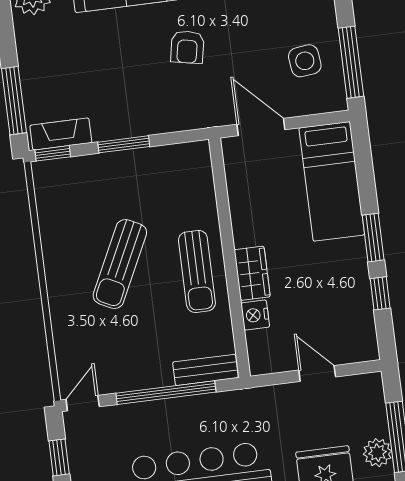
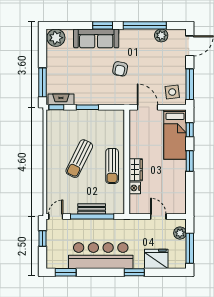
side table: (305, 61) -> (172, 92), moved
window: (380, 293) -> (190, 130), moved
bench: (205, 370) -> (92, 209), moved
plant: (377, 453) -> (180, 233), moved

